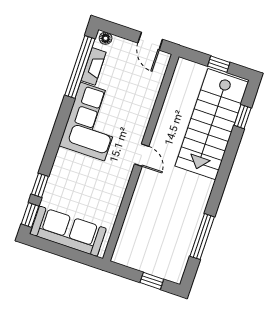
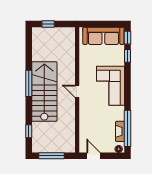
window: (219, 64) -> (52, 156), width x2.17
corner sofa: (92, 122) -> (110, 86), moved
stairs: (212, 124) -> (44, 92), moved
window: (202, 237) -> (29, 83), moved

